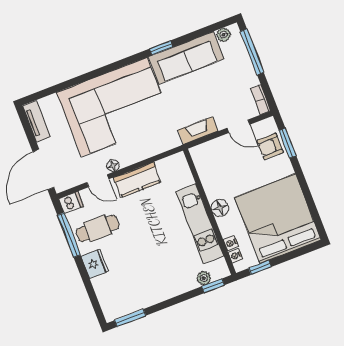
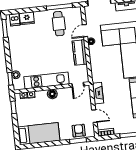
door: (238, 126) -> (94, 116), swing flipped
door: (193, 169) -> (78, 85), added
dishwasher: (71, 203) -> (15, 20), moved
bed: (278, 219) -> (39, 134), width x0.49
fridge: (95, 264) -> (27, 18), moved

